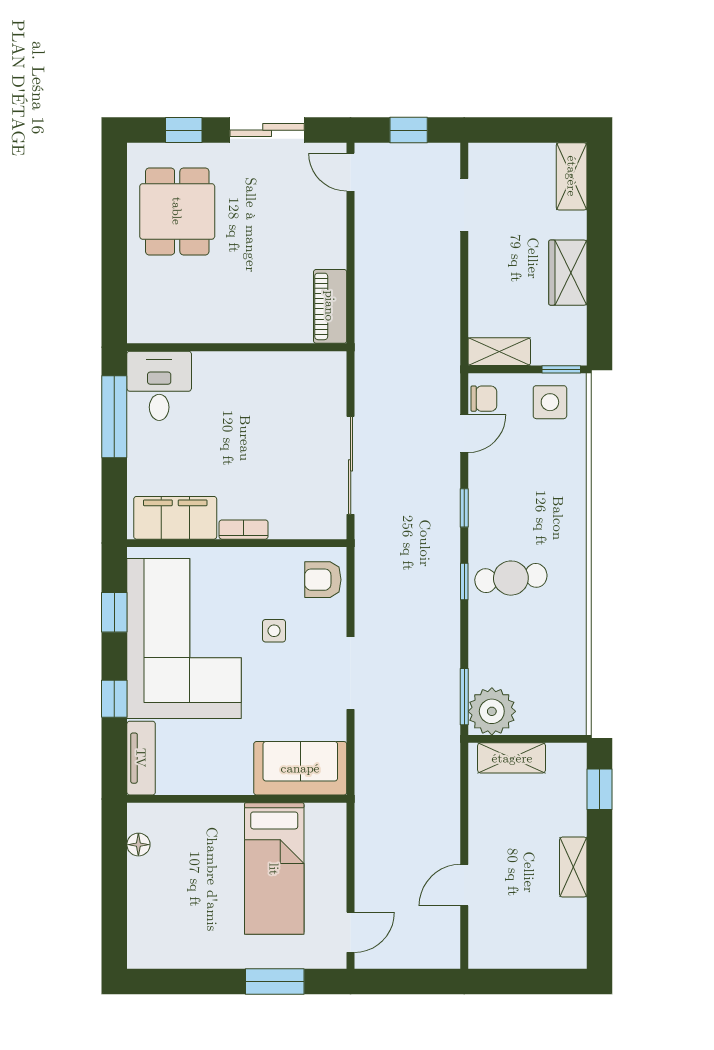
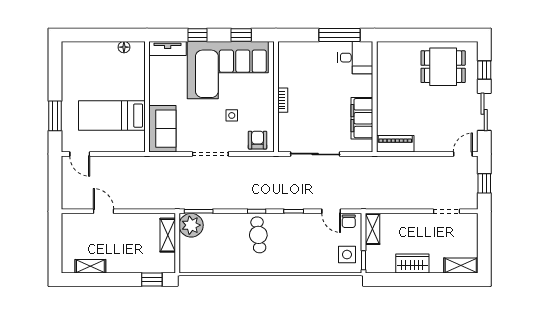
filing cabinet: (175, 518) -> (362, 118), moved, turned 180
shelving: (573, 867) -> (90, 266), moved

